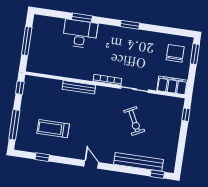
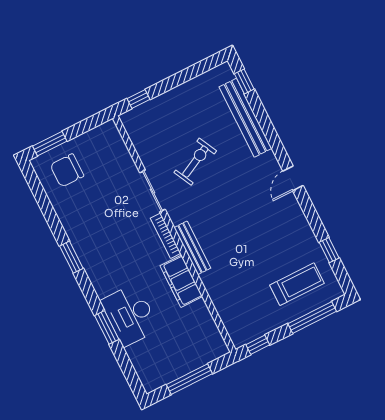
filing cabinet: (172, 85) -> (181, 281), moved
bench: (79, 87) -> (192, 248), moved
treadmill: (53, 129) -> (297, 284), moved, turned -90

